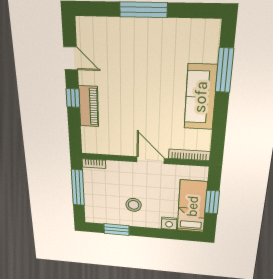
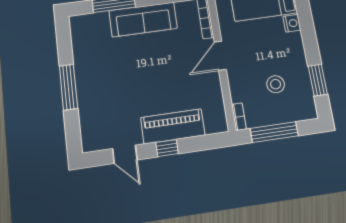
door: (71, 58) -> (125, 154), swing flipped
piano: (89, 106) -> (173, 126), width x1.37, depth x1.33
stool: (134, 205) -> (276, 84), moved

